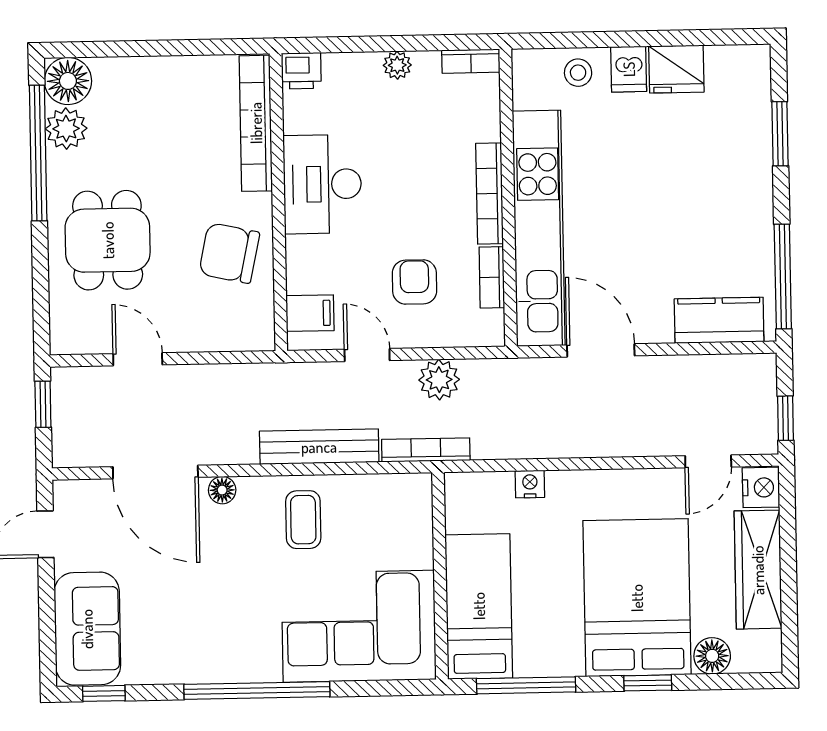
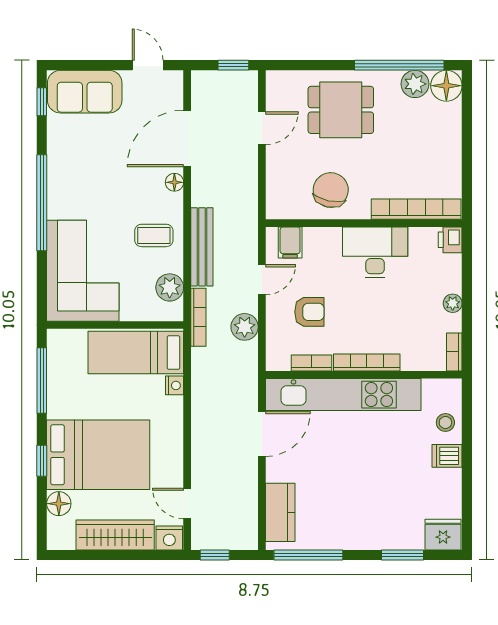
fridge: (676, 69) -> (443, 535), moved, turned 90
plant: (381, 494) -> (170, 287), added
bed: (479, 606) -> (136, 353), moved, turned 180

